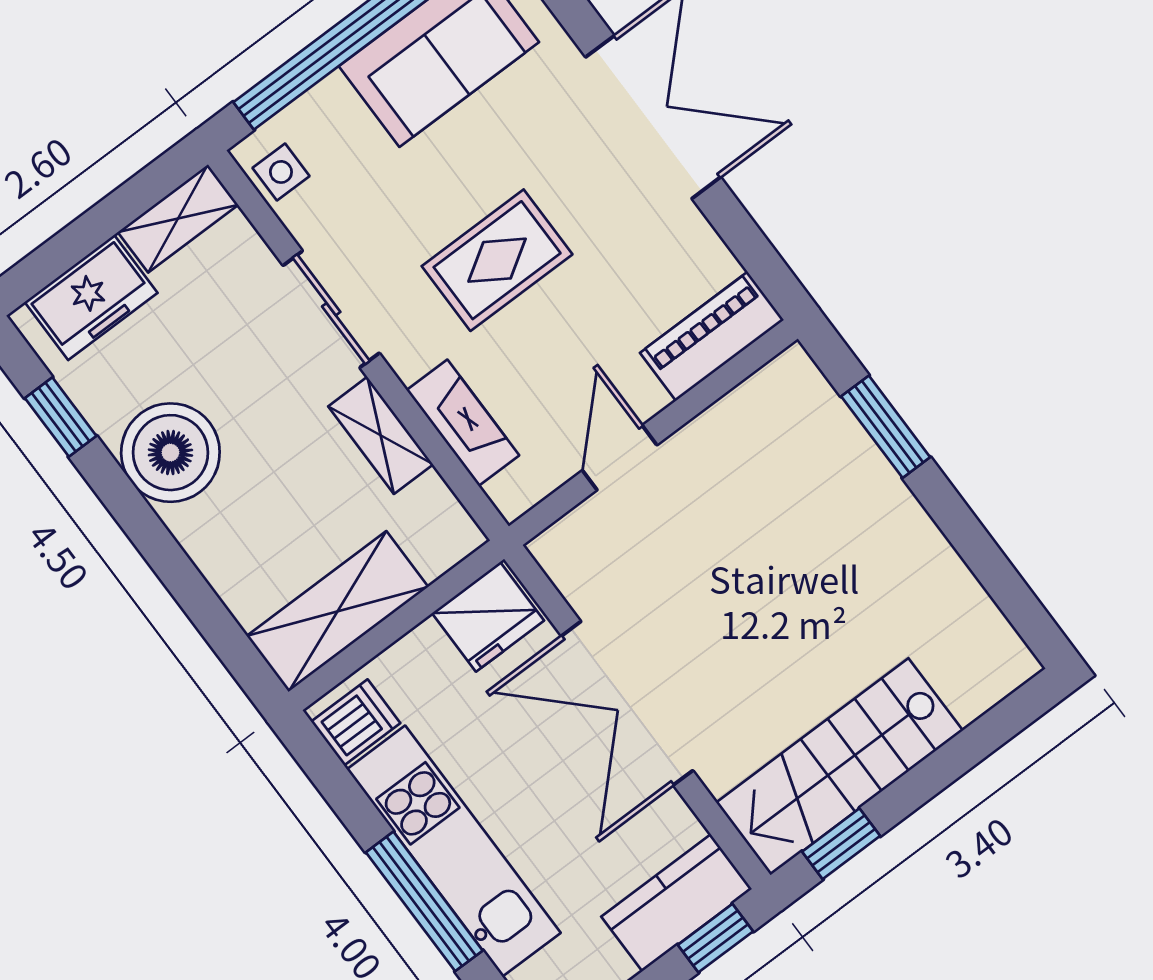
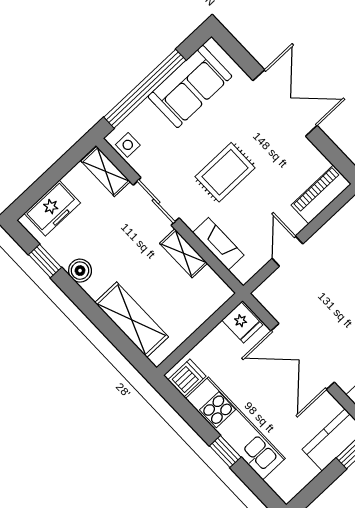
shelving: (178, 218) -> (106, 171), moved, turned 90
boiler: (170, 453) -> (80, 271), width x0.54, depth x0.54
shelving: (338, 611) -> (132, 320), moved, turned 90
fridge: (488, 617) -> (242, 323), width x0.72
window: (424, 901) -> (225, 452), width x0.46

